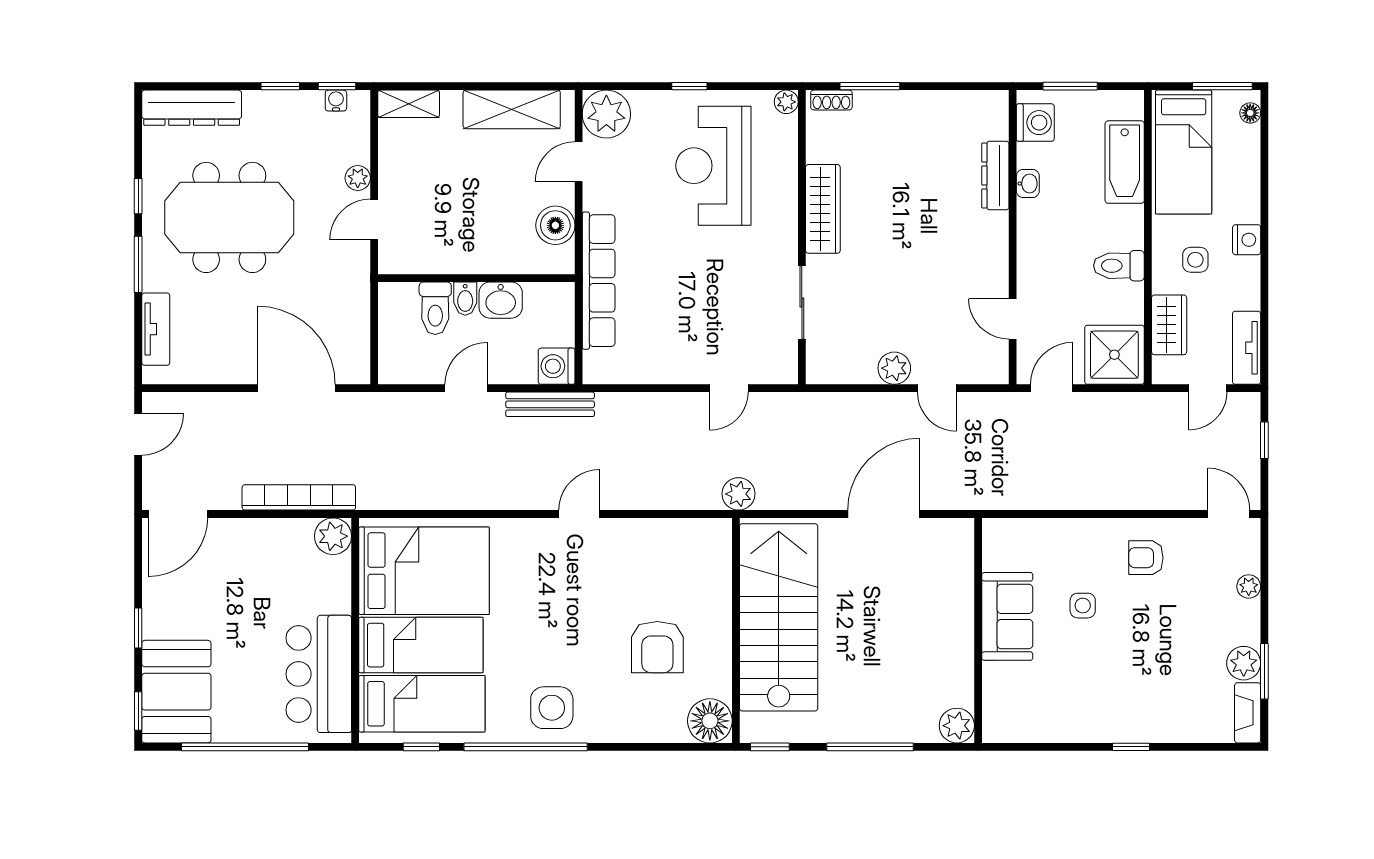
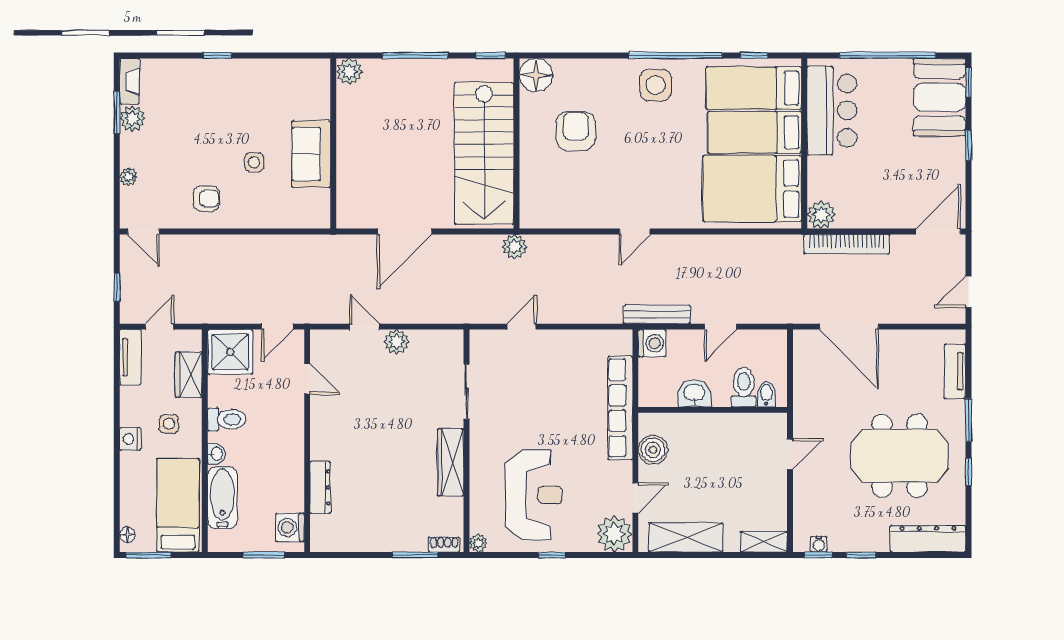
plant: (358, 178) -> (802, 486), removed
washbasin: (1028, 184) -> (216, 454), moved, turned 180
bidet: (465, 299) -> (766, 394), moved

